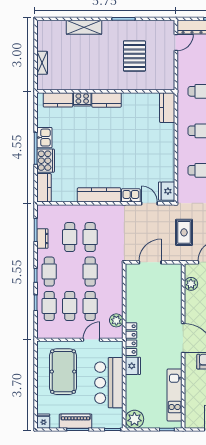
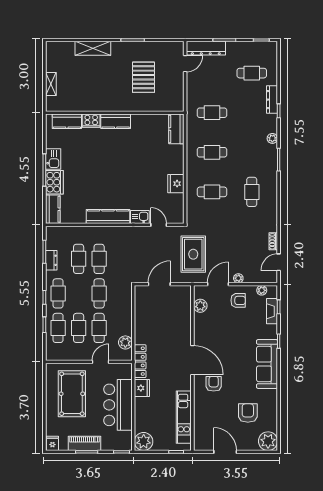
fridge: (167, 191) -> (176, 184), moved
rug: (184, 232) -> (193, 254), width x1.36, depth x1.43

